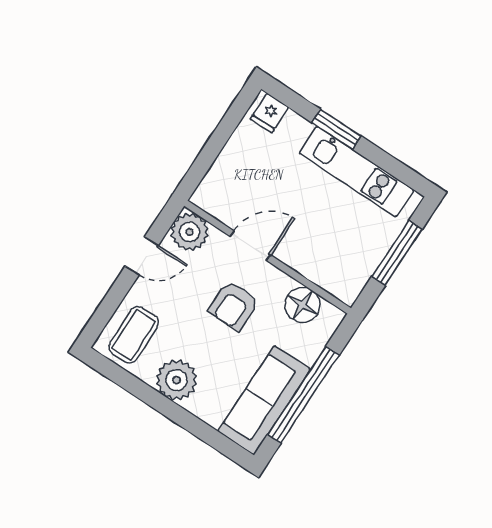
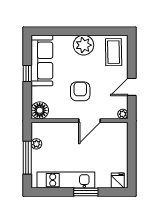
plant: (190, 232) -> (123, 114), width x0.53, depth x0.53
plant: (366, 266) -> (36, 144), added
floor lamp: (302, 305) -> (40, 110), moved
window: (303, 395) -> (27, 74), width x0.32

